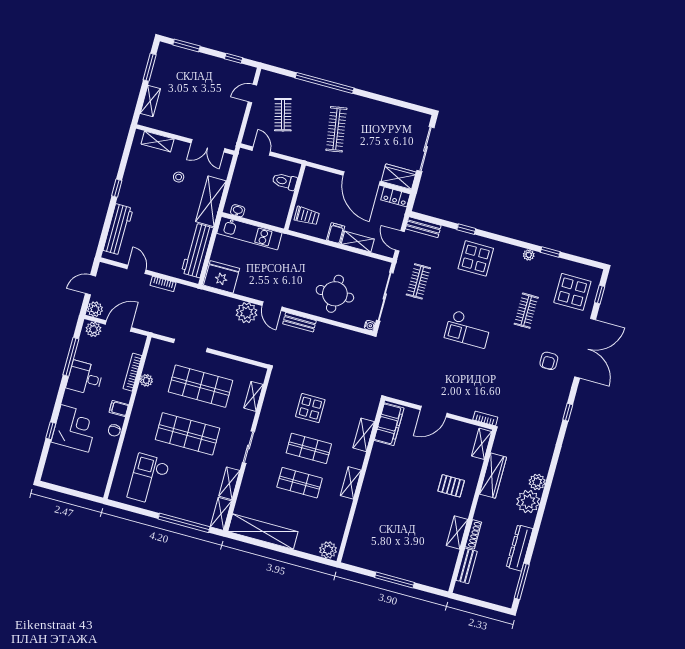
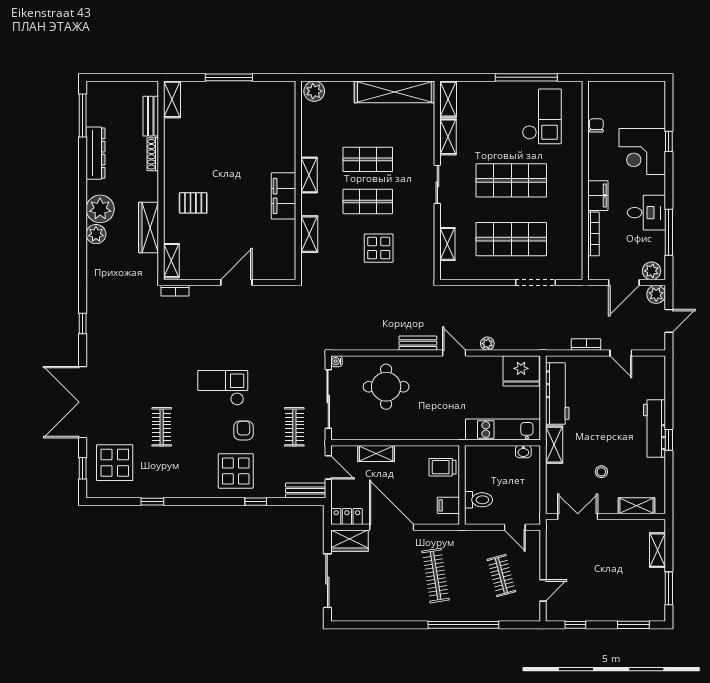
shelving: (211, 201) -> (554, 445), width x0.67, depth x0.75
workbench: (118, 229) -> (654, 428), moved
filing cabinet: (336, 233) -> (448, 505), moved, turned 90
plant: (529, 255) -> (176, 491), removed
plant: (247, 313) -> (487, 344), width x0.53, depth x0.53
armchair: (549, 361) -> (244, 430), moved
plant: (146, 380) -> (575, 229), removed
filing cabinet: (119, 409) -> (598, 196), width x2.00
filing cabinet: (389, 424) -> (284, 196), moved
chair: (114, 430) -> (596, 125), moved
window: (184, 523) -> (526, 77), moved
shelving: (457, 532) -> (172, 99), moved

